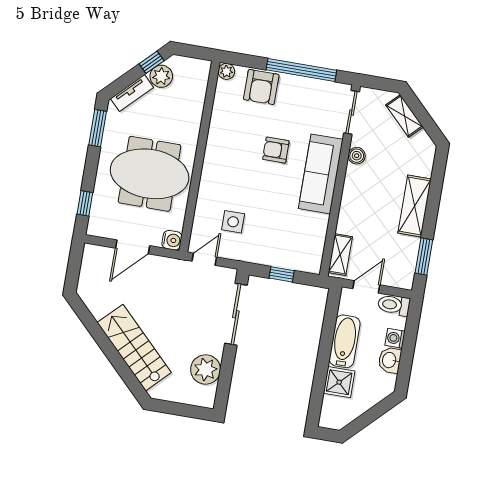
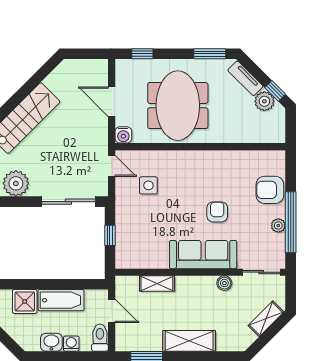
plant: (226, 71) -> (278, 226), moved
shelving: (340, 255) -> (157, 283), moved

